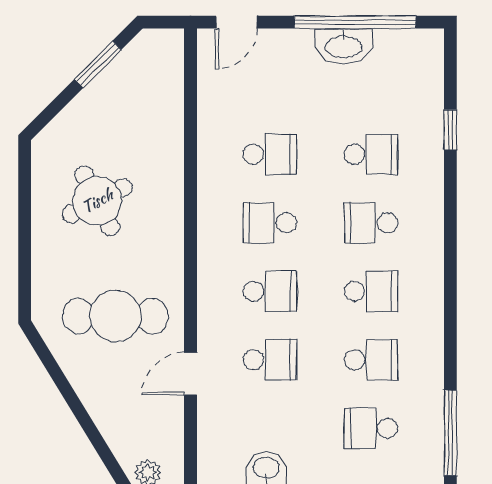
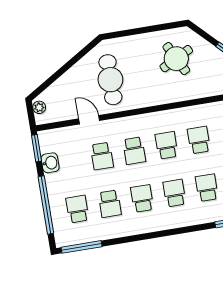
school desk: (270, 154) -> (199, 140), turned 180
school desk: (371, 154) -> (207, 188), turned 180
round table: (97, 201) -> (176, 59), moved
school desk: (371, 291) -> (142, 198), turned 180

